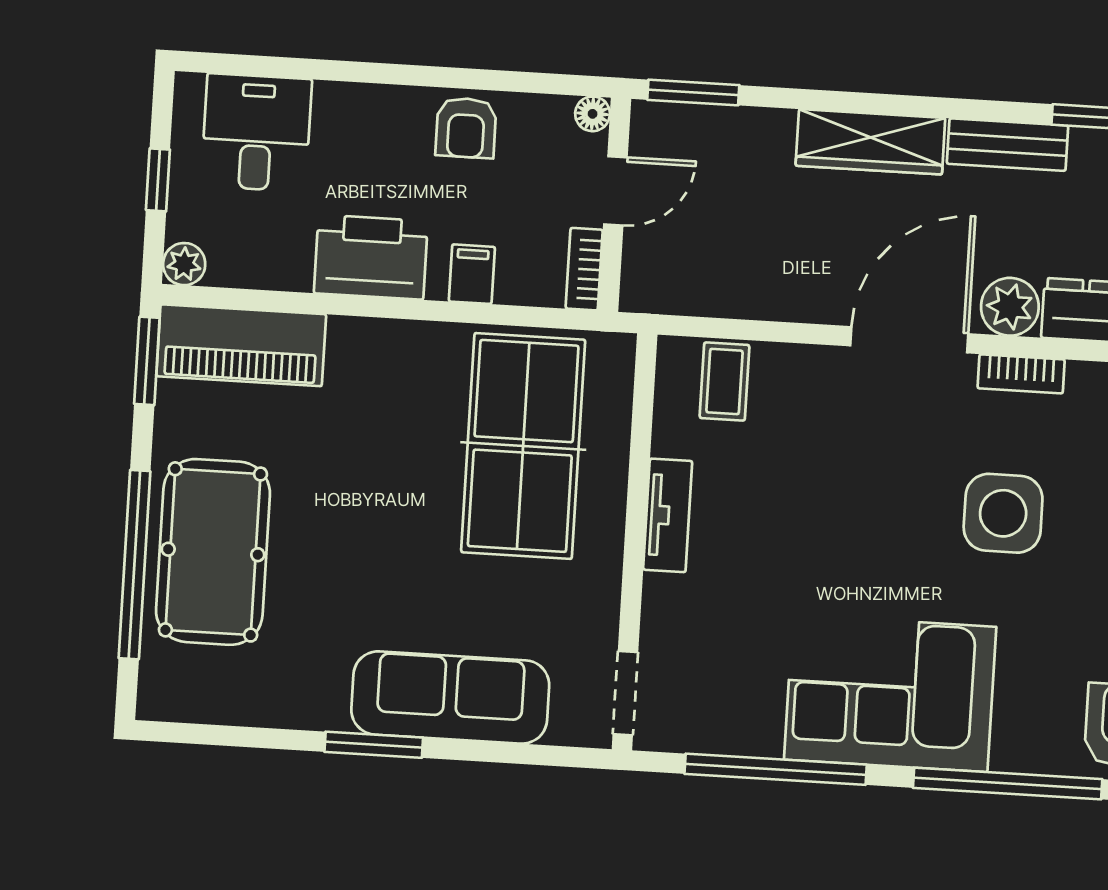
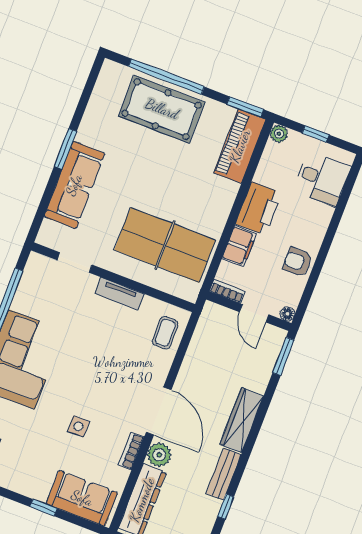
filing cabinet: (472, 274) -> (239, 246), width x2.00
coffee table: (725, 382) -> (165, 333), turned 90
side table: (1003, 513) -> (78, 426), width x0.54, depth x0.54
doorway: (625, 693) -> (75, 262), moved

